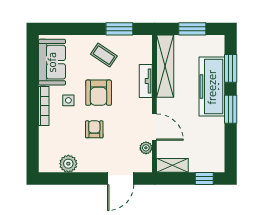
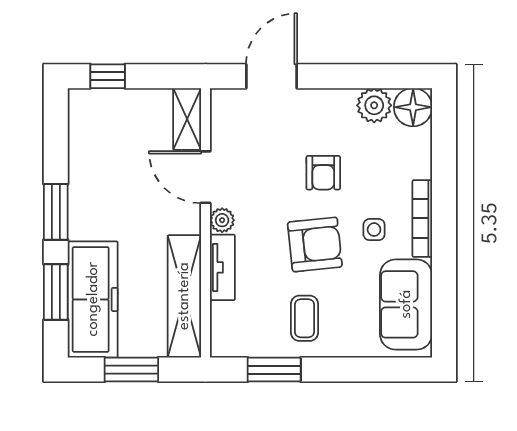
coffee table: (104, 55) -> (305, 318), turned 56
freezer: (212, 87) -> (93, 299), moved
armchair: (99, 93) -> (315, 244), turned 84
plant: (146, 148) -> (222, 220), moved
floor lamp: (49, 163) -> (413, 107), added
shelving: (172, 165) -> (187, 119), moved, turned 90

